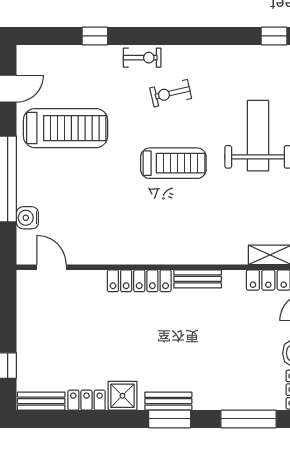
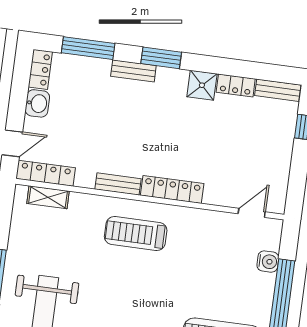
treadmill: (173, 163) -> (136, 234), moved
door: (51, 267) -> (252, 213), swing flipped
bench: (168, 401) -> (133, 71), moved

